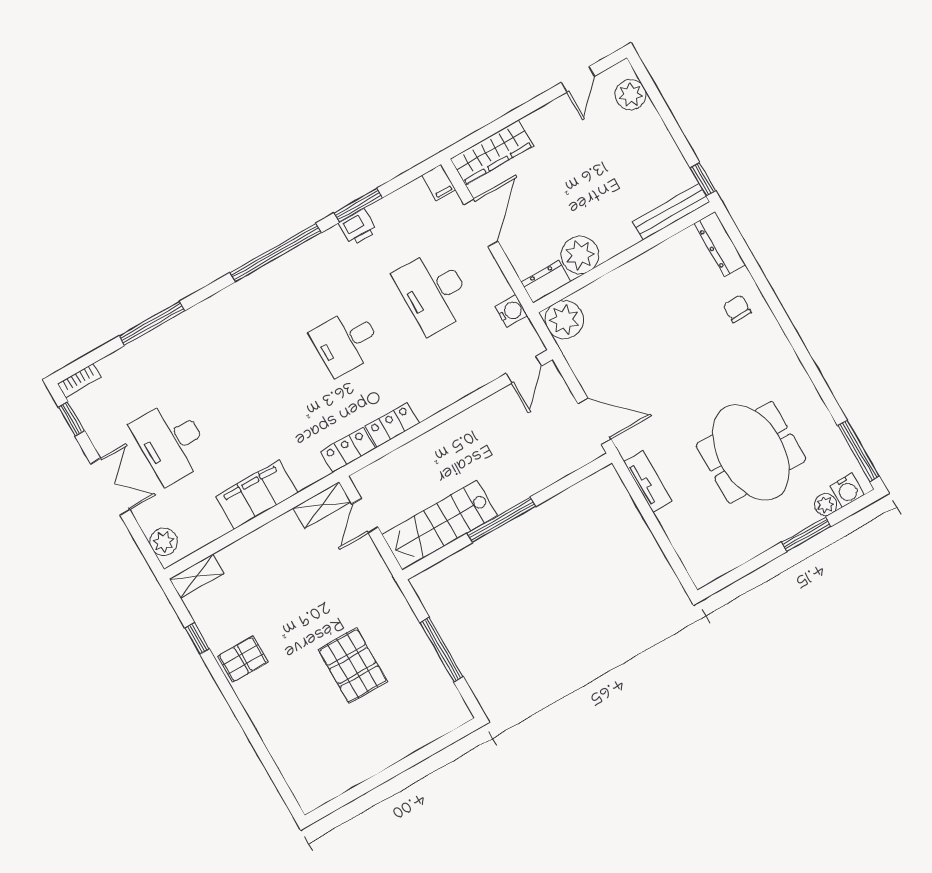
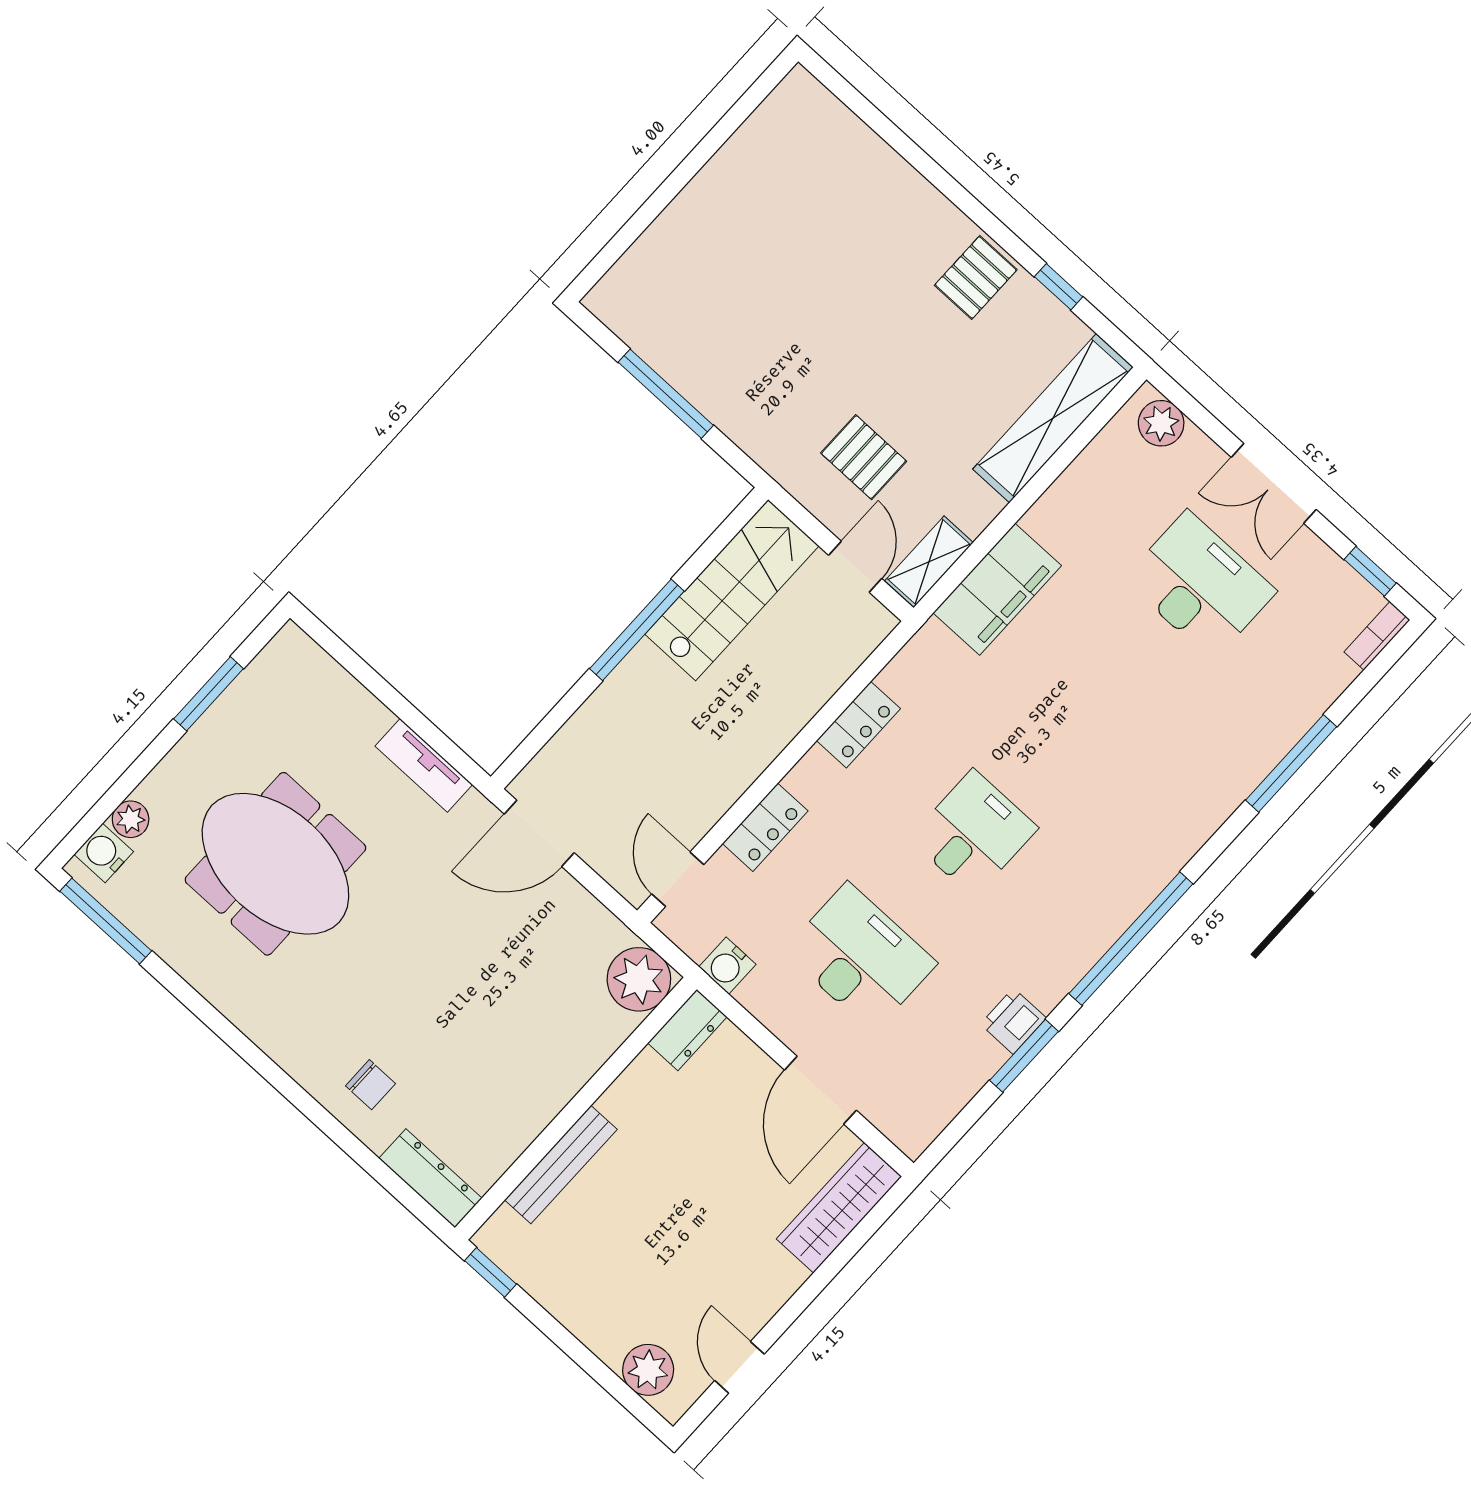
filing cabinet: (439, 182) -> (908, 1133), removed
bench: (671, 212) -> (561, 1165), moved
plant: (580, 255) -> (647, 1090), removed
locker: (348, 450) -> (765, 827), moved
filing cabinet: (257, 495) -> (997, 589), moved
window: (806, 534) -> (208, 694), moved
shelving: (197, 576) -> (1053, 418), width x2.20, depth x1.33
pallet: (353, 666) -> (864, 457), moved, width x0.67, depth x0.71

